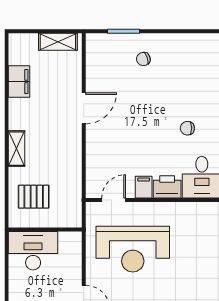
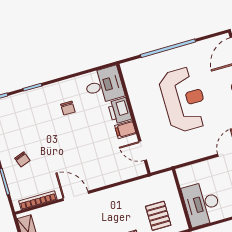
bookcase: (91, 63) -> (38, 200), added
reception desk: (133, 249) -> (184, 100), moved

